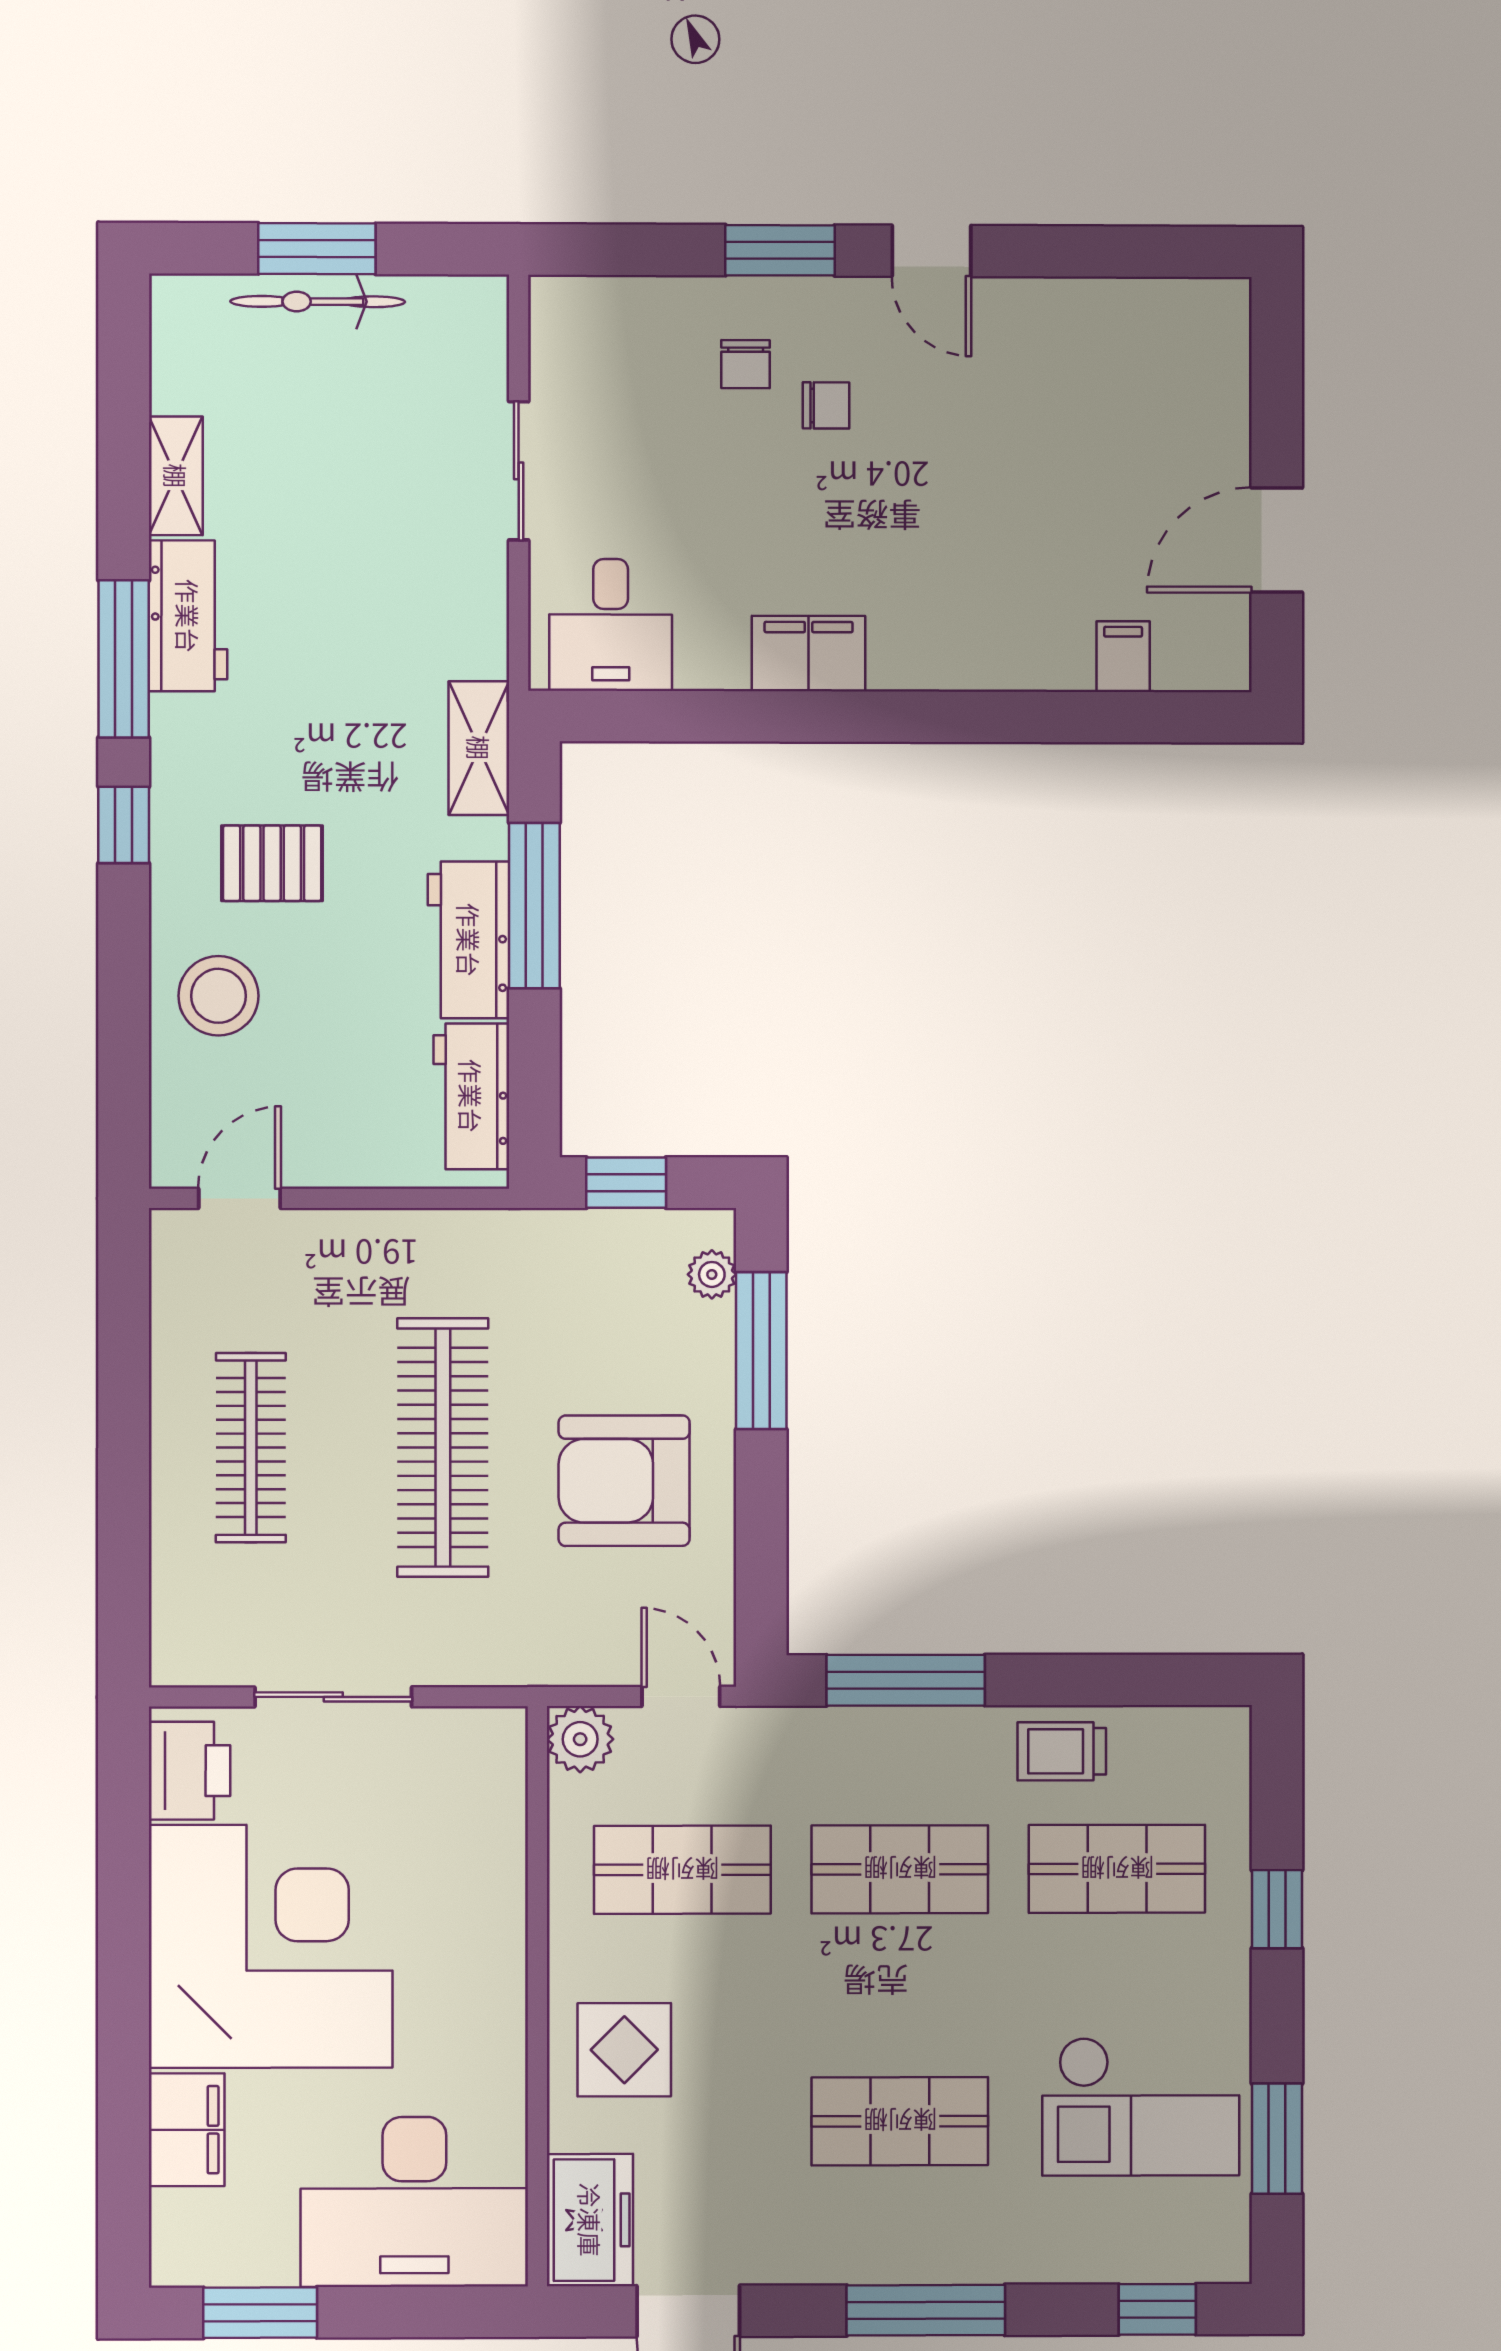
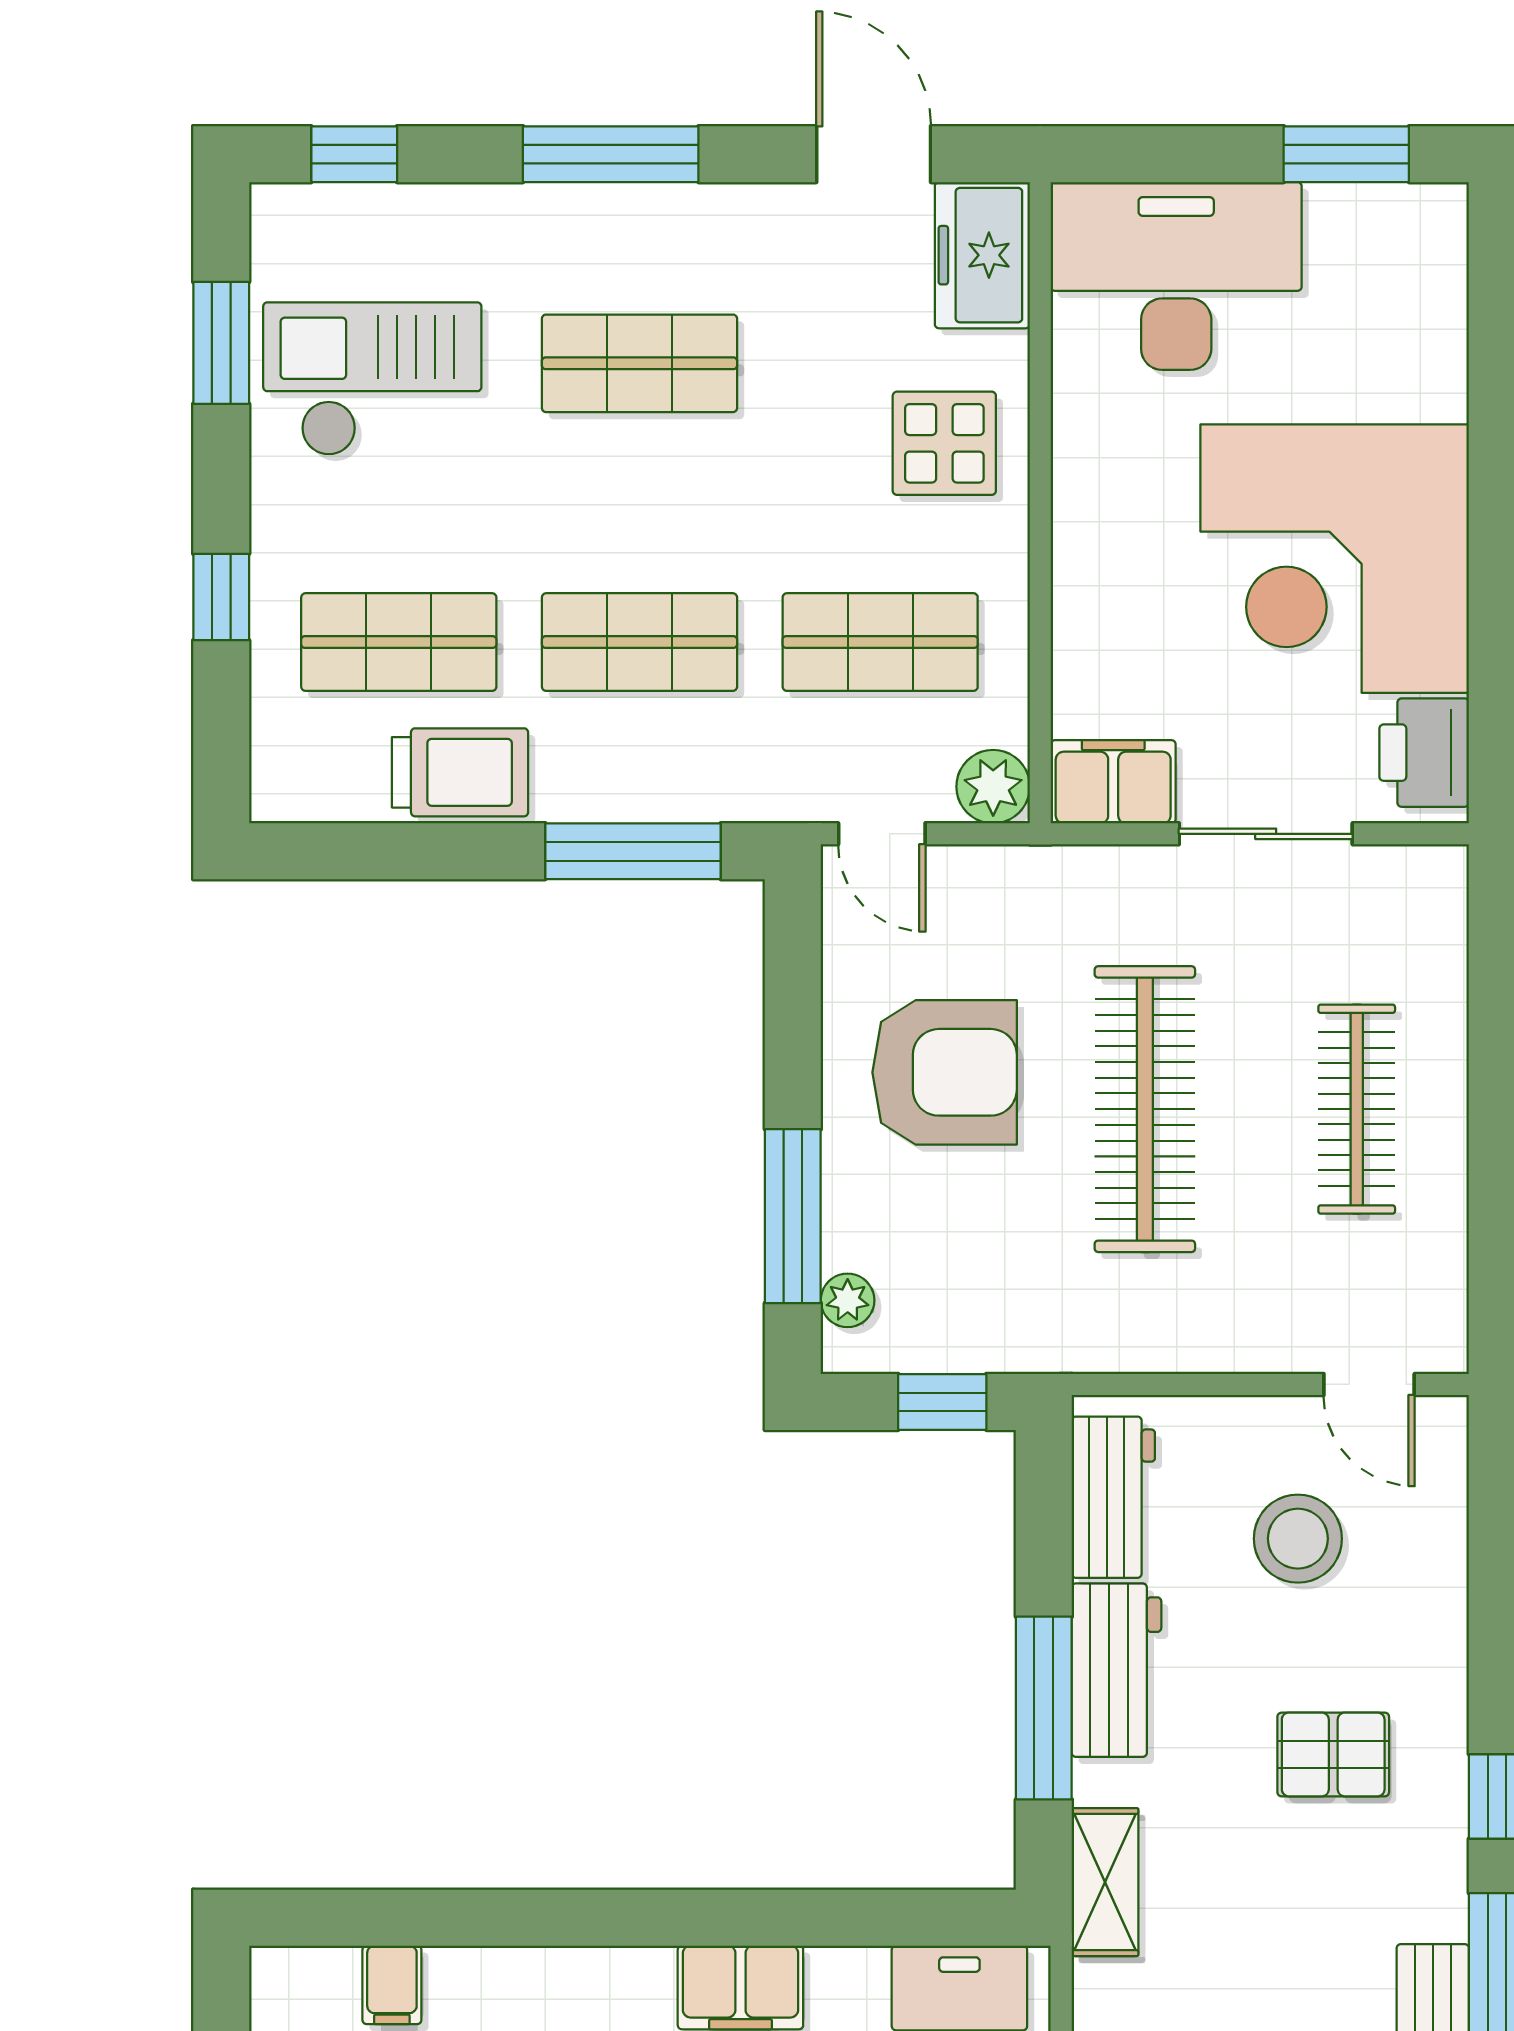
stool: (218, 996) -> (1298, 1539), moved
door: (240, 1198) -> (1369, 1384), hinge flipped
trolley: (1062, 1751) -> (460, 772), width x1.36, depth x1.39
filing cabinet: (187, 2130) -> (1113, 782), moved, turned 90

